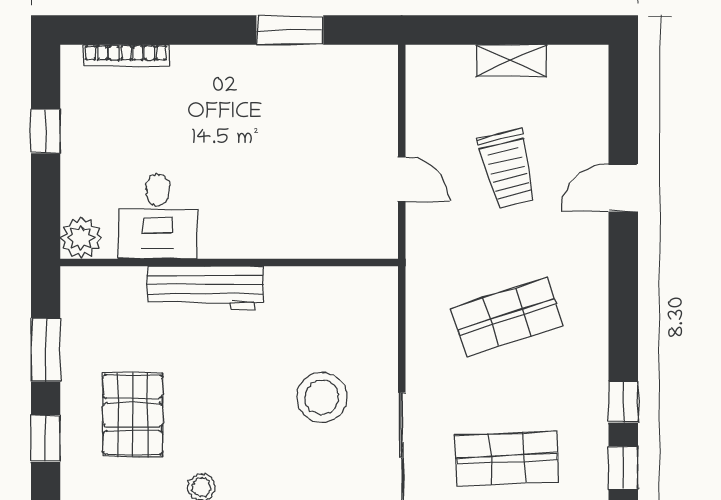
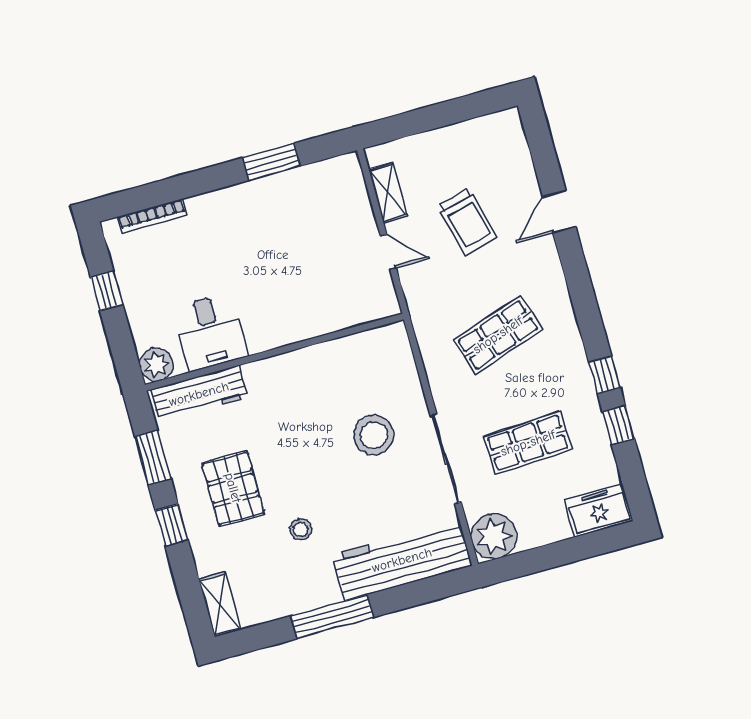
shelving: (511, 60) -> (388, 193), moved, turned 90
workbench: (205, 288) -> (199, 394), moved

